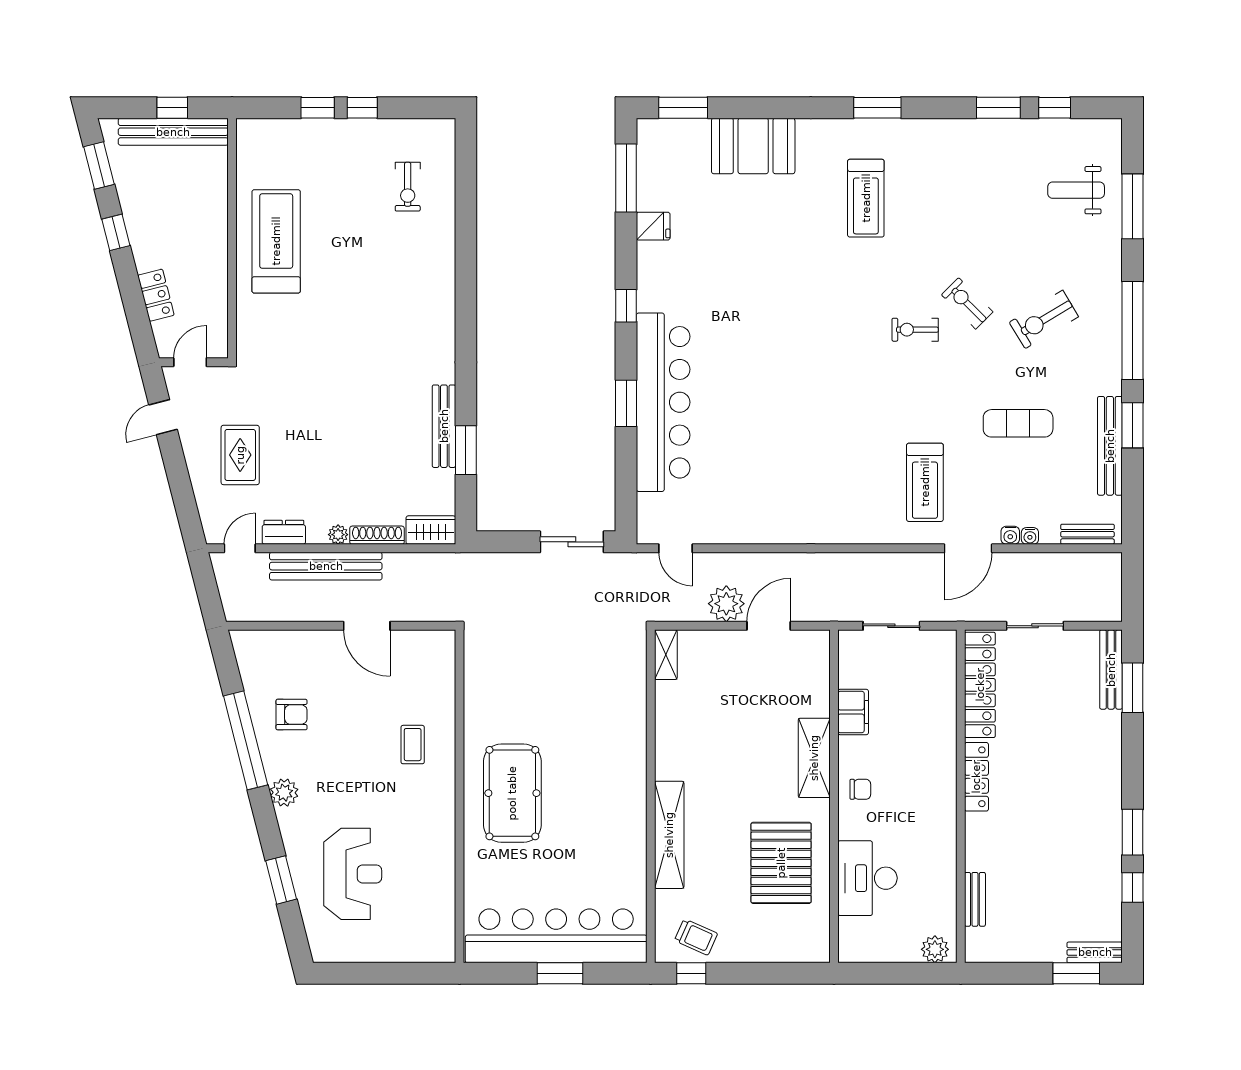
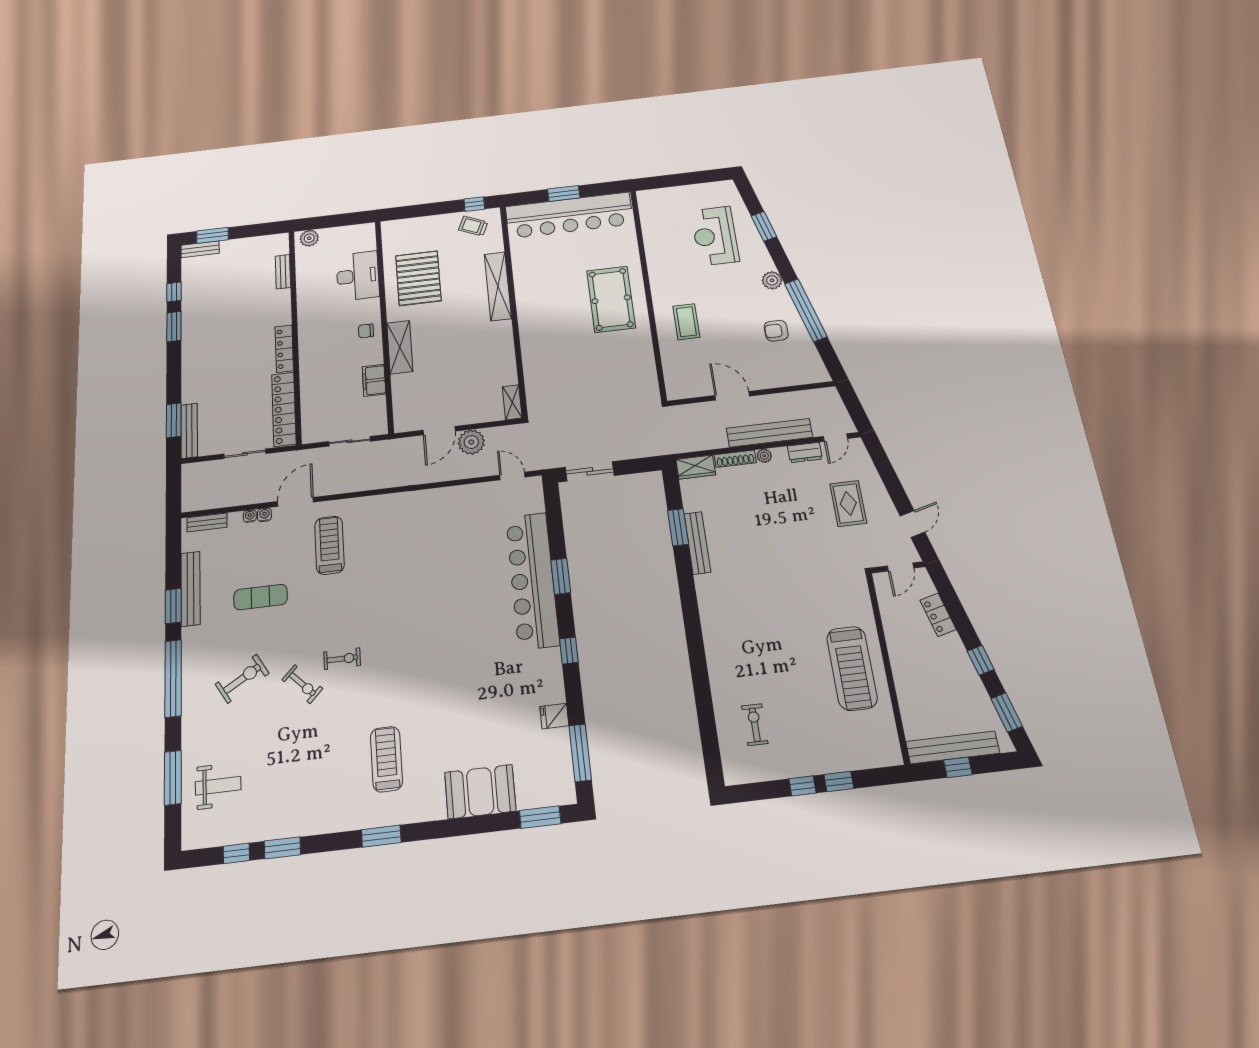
coffee table: (413, 745) -> (686, 322), width x1.36, depth x1.30

